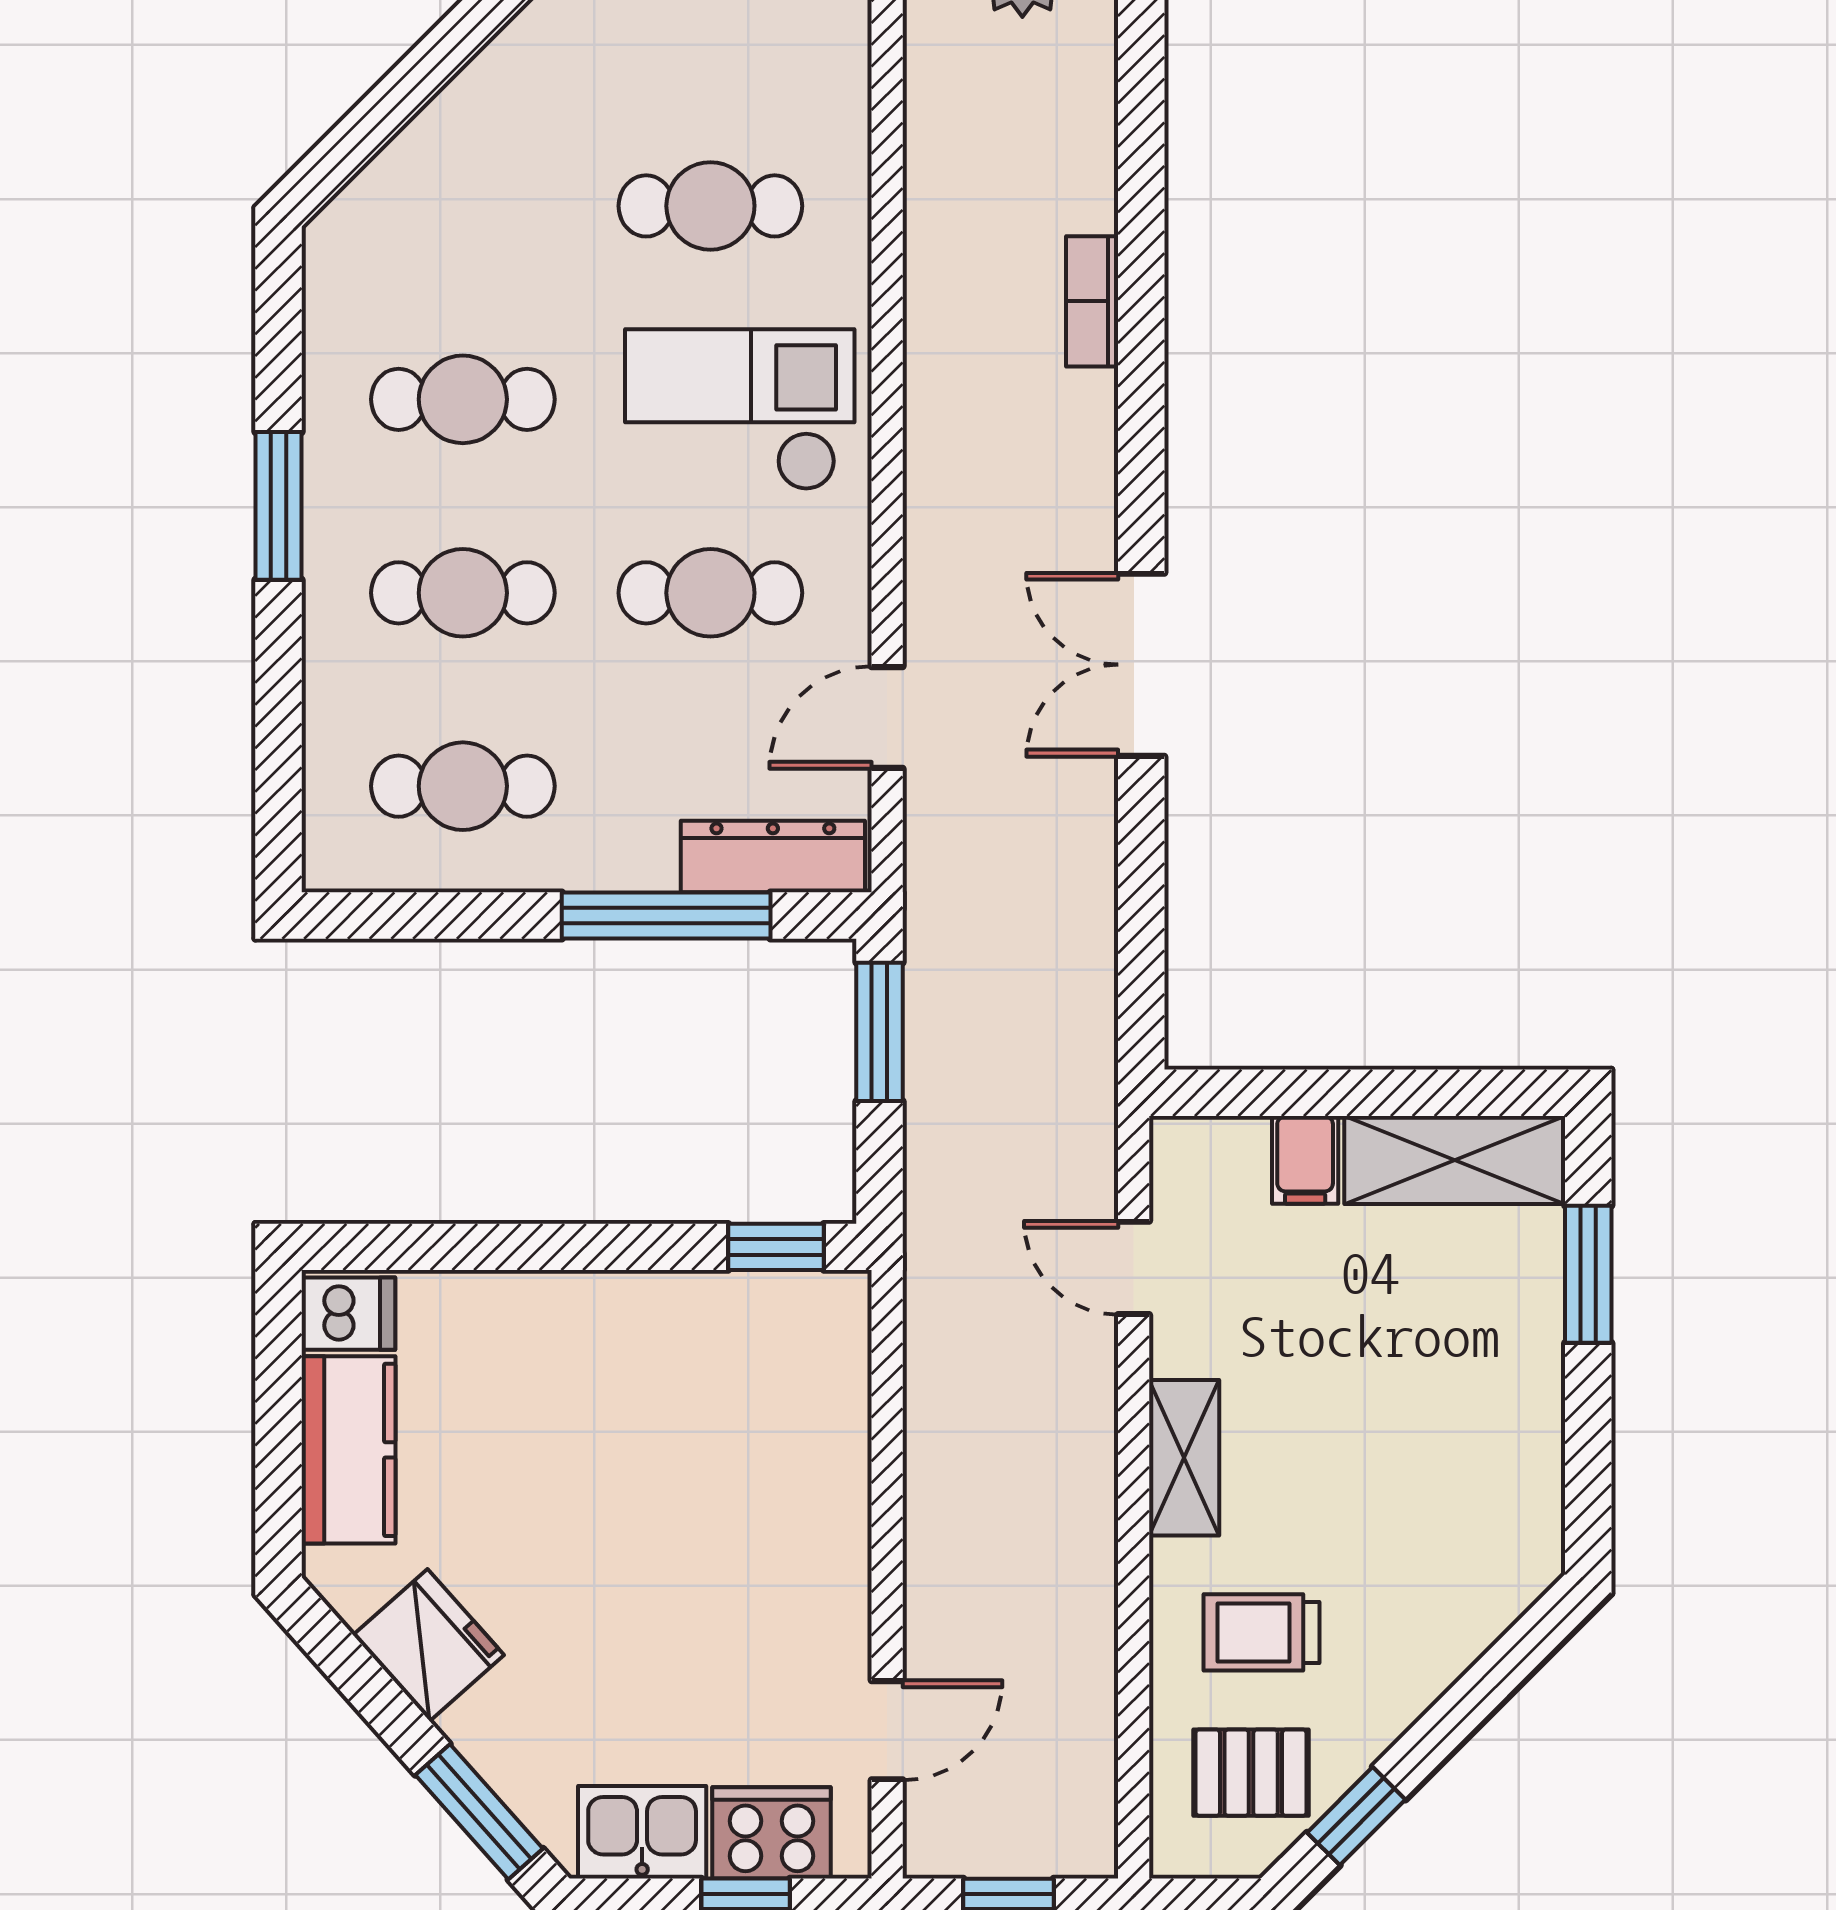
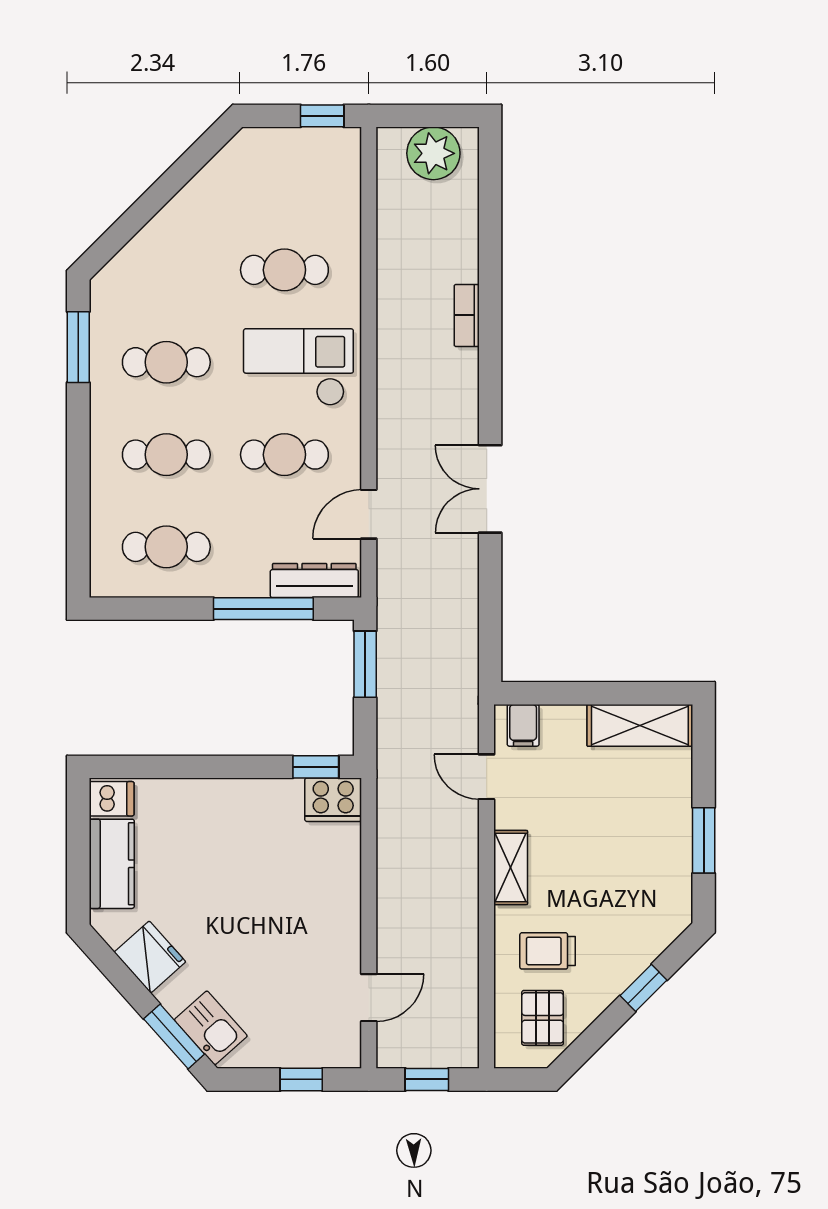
window: (278, 506) -> (78, 347), moved
filing cabinet: (1305, 1160) -> (523, 725), moved
window: (1588, 1274) -> (704, 840), moved
pallet: (1251, 1773) -> (543, 1018), turned 90
window: (1356, 1816) -> (643, 988), moved
kitchen sink: (642, 1832) -> (211, 1028), moved, turned 48
cooker: (771, 1833) -> (333, 800), moved, turned 180

